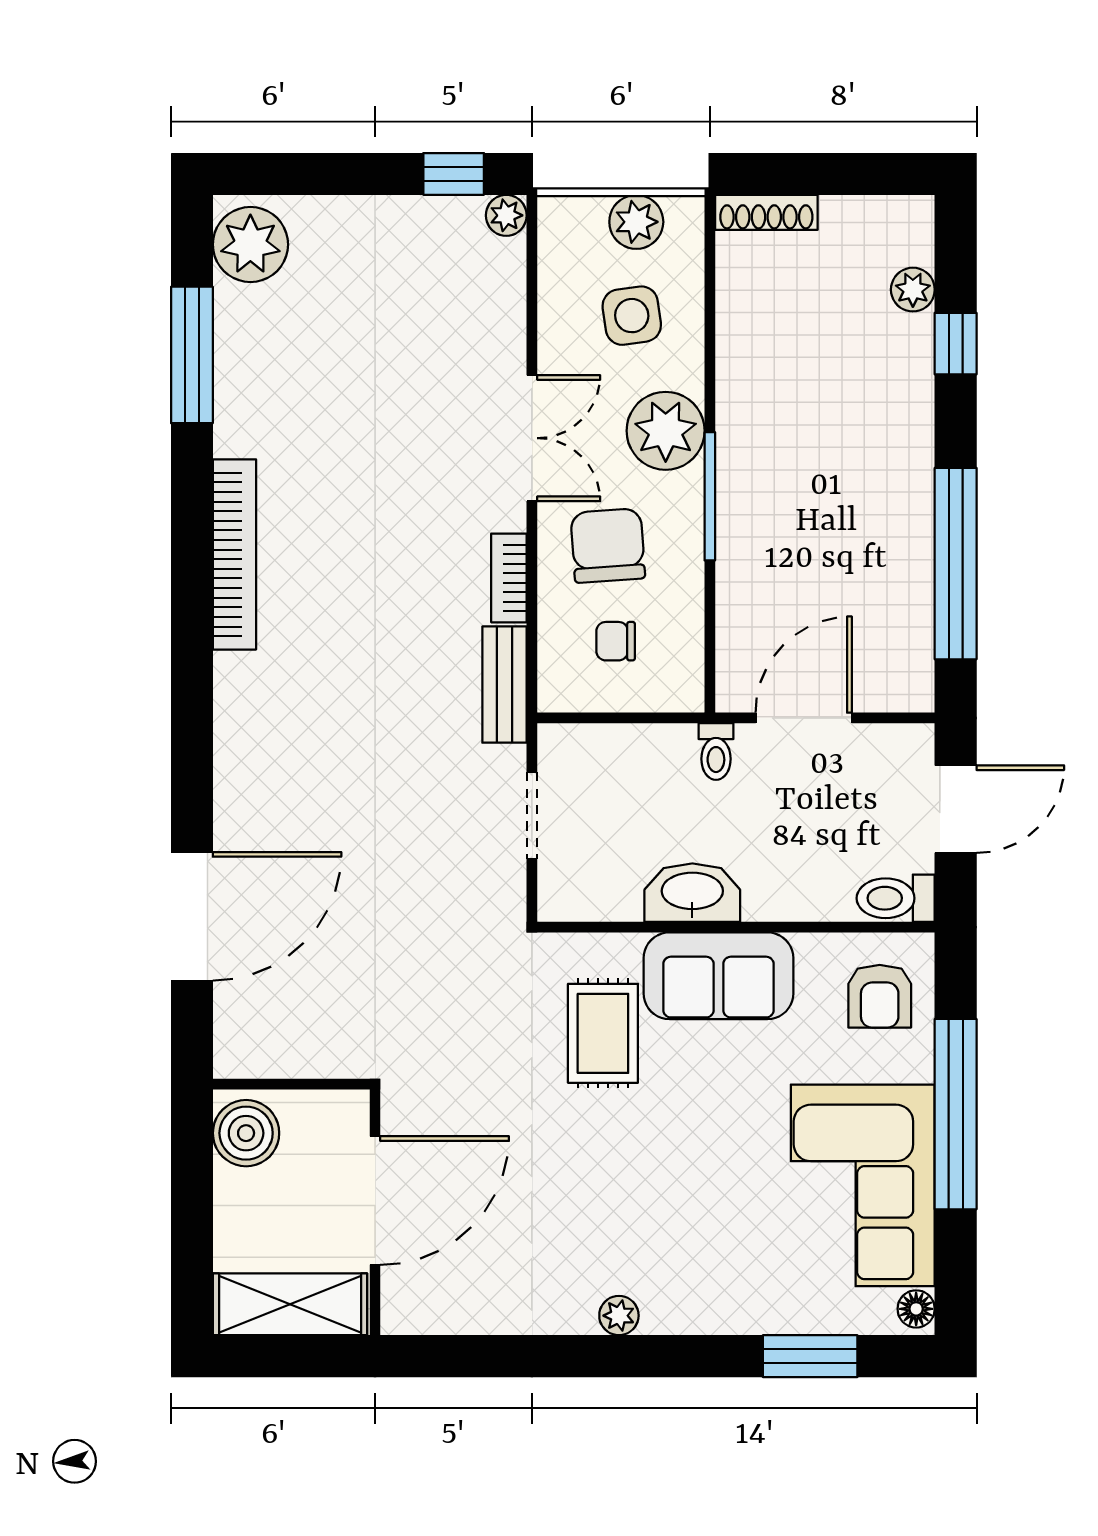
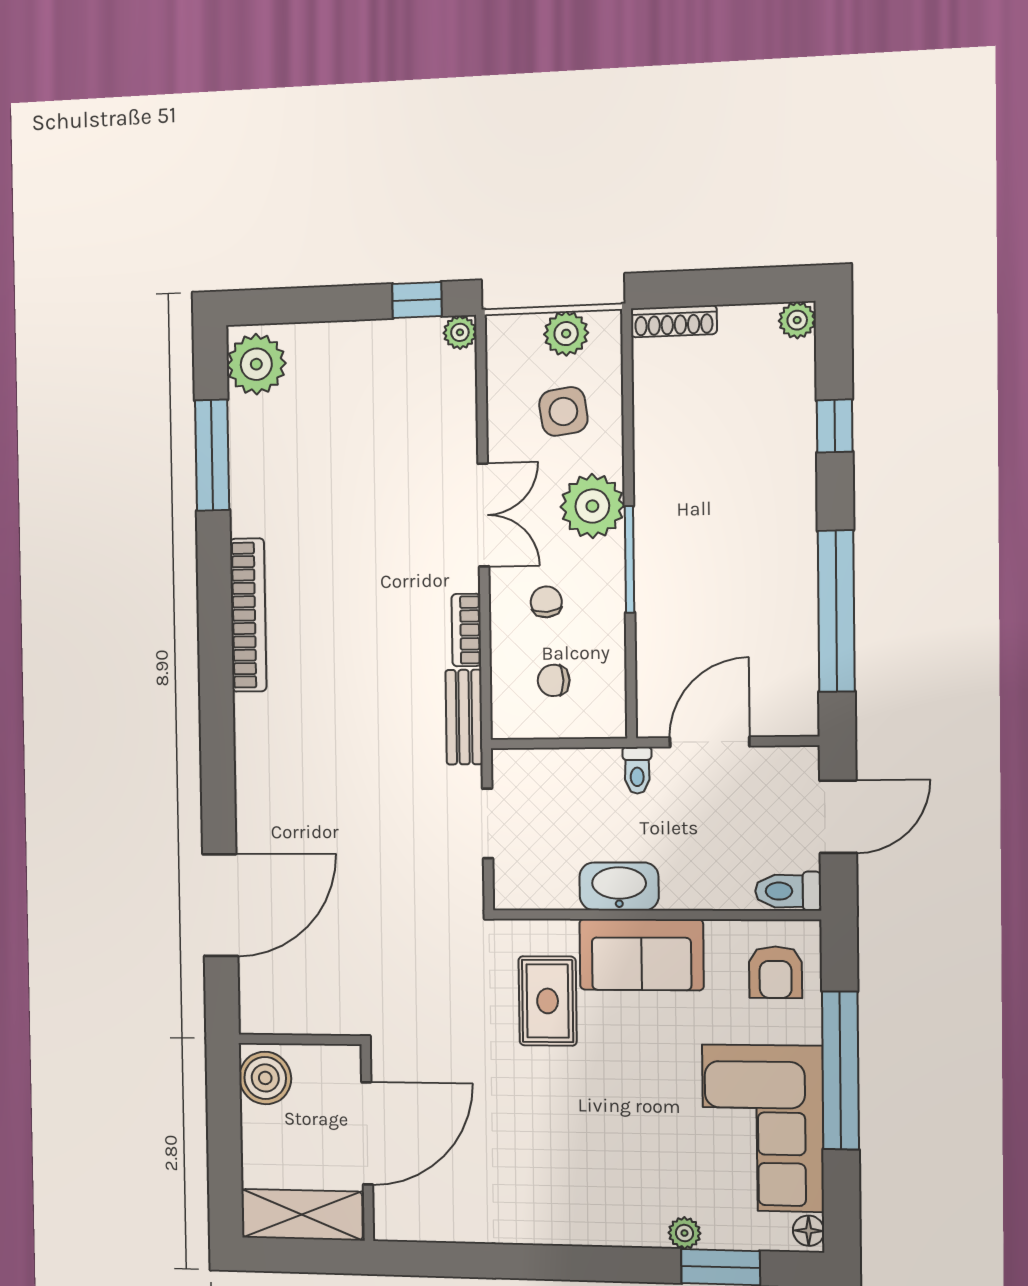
plant: (913, 290) -> (797, 320), moved
chair: (608, 546) -> (546, 602), width x0.54, depth x0.54
plant: (619, 1316) -> (684, 1233), moved

